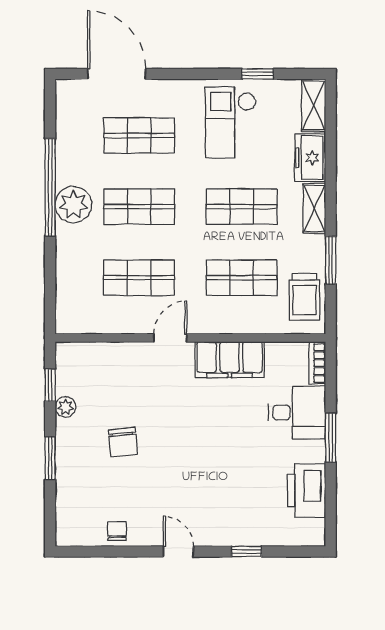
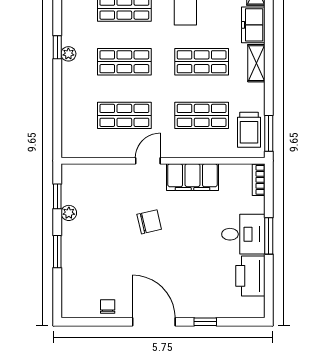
window: (50, 187) -> (57, 47), width x0.32
plant: (73, 205) -> (68, 54), width x0.53, depth x0.53
window: (331, 260) -> (269, 133), moved
desk: (297, 413) -> (243, 234), moved
chair: (123, 442) -> (149, 222), moved, turned -98
door: (178, 551) -> (154, 322), width x1.87

